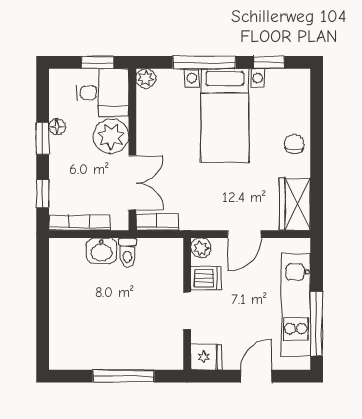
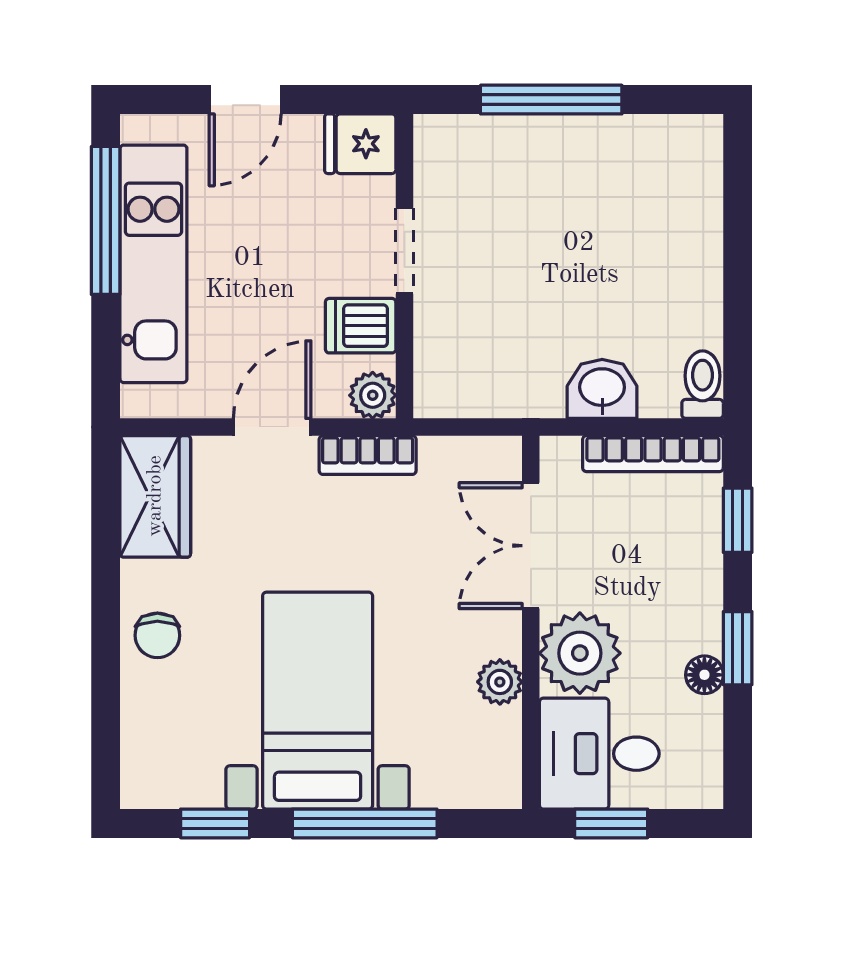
plant: (146, 78) -> (500, 682), moved
bookcase: (157, 222) -> (368, 455), moved
toilet: (128, 253) -> (703, 385), moved

